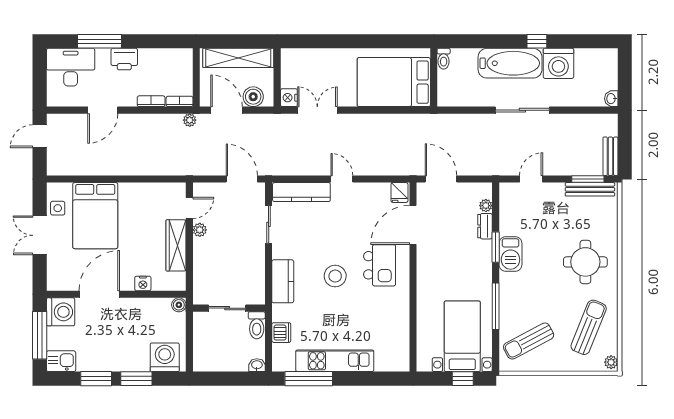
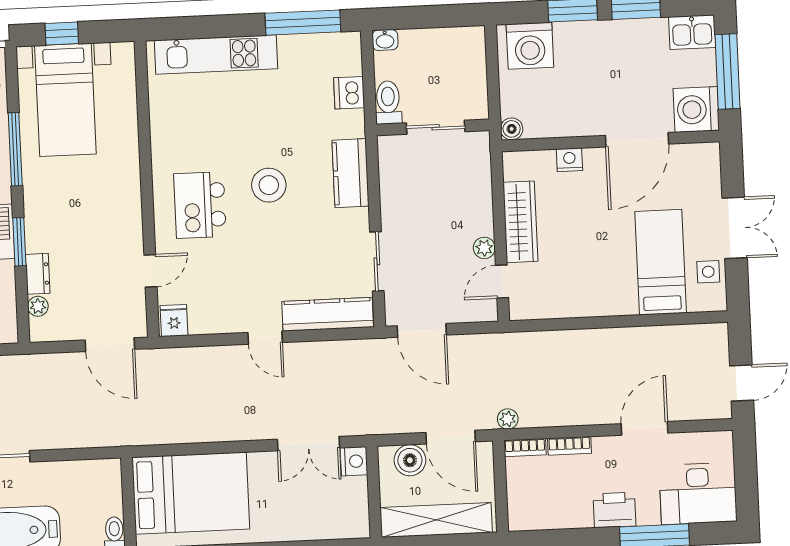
bed: (95, 216) -> (661, 262), width x0.67
door: (413, 225) -> (150, 271), width x0.53
kitchen unit: (335, 361) -> (216, 54), moved

